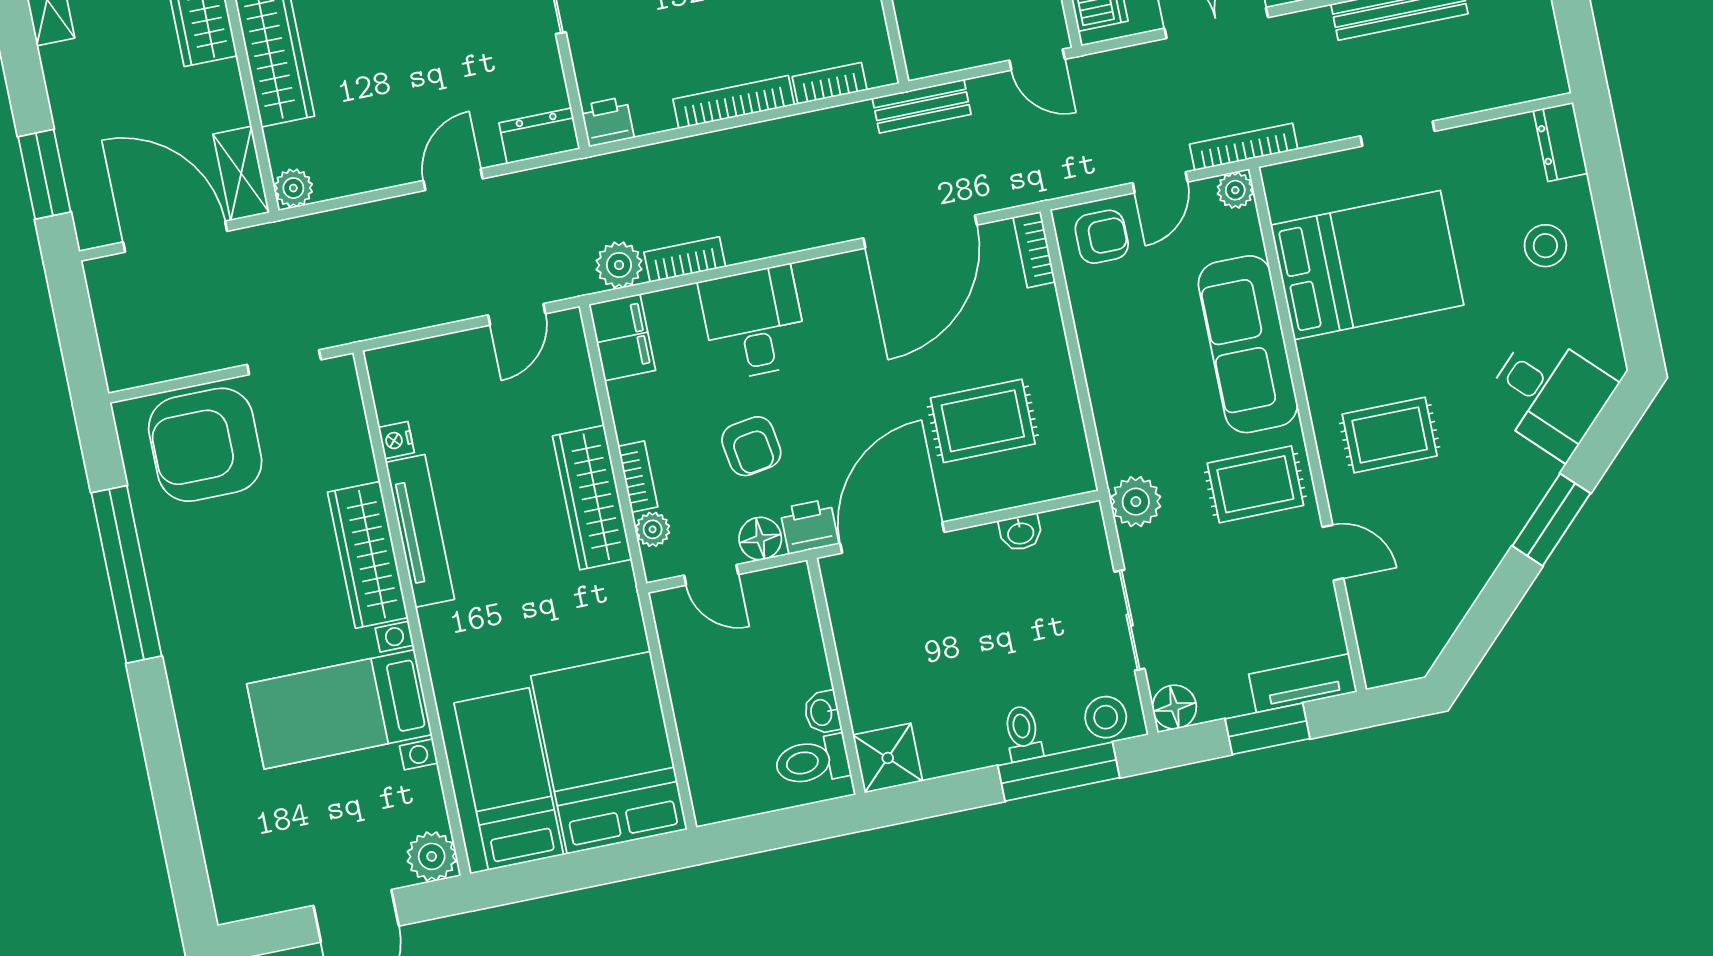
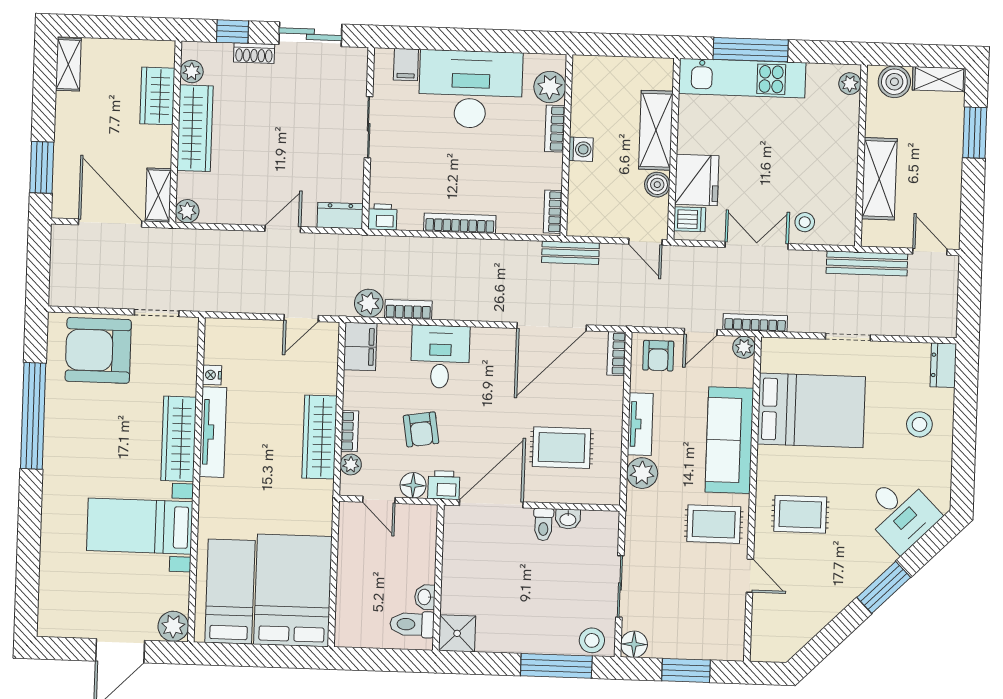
bookcase: (830, 83) -> (553, 212), moved, turned -90
armchair: (1102, 237) -> (658, 356), turned 90
plant: (1136, 502) -> (642, 473), moved
tv unit: (1303, 683) -> (640, 424), moved, turned 90
toilet: (1023, 733) -> (543, 525), moved, turned 180

